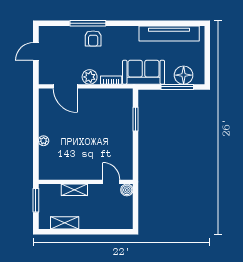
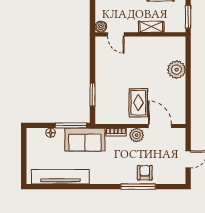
armchair: (93, 38) -> (145, 173), moved
floor lamp: (184, 75) -> (51, 133), width x0.53, depth x0.53
window: (177, 87) -> (71, 125), moved
rug: (88, 111) -> (138, 103), added
plant: (44, 141) -> (176, 70), width x1.88, depth x1.88

